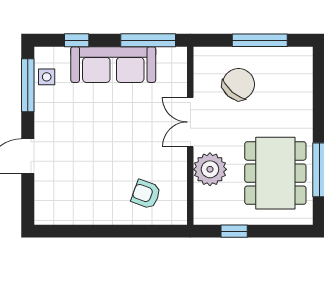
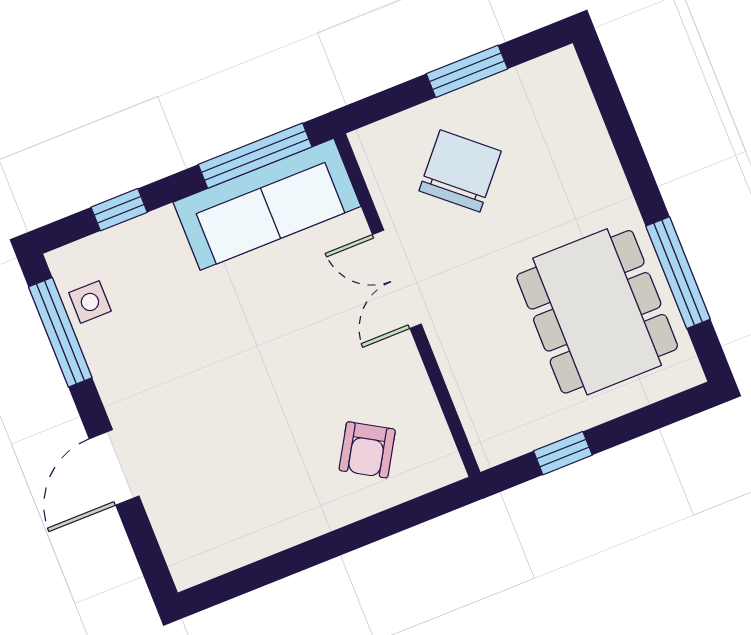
window: (260, 40) -> (467, 71), width x0.69
sofa: (113, 65) -> (267, 204), moved
plant: (210, 169) -> (470, 354), removed
armchair: (146, 194) -> (367, 450), turned -79

